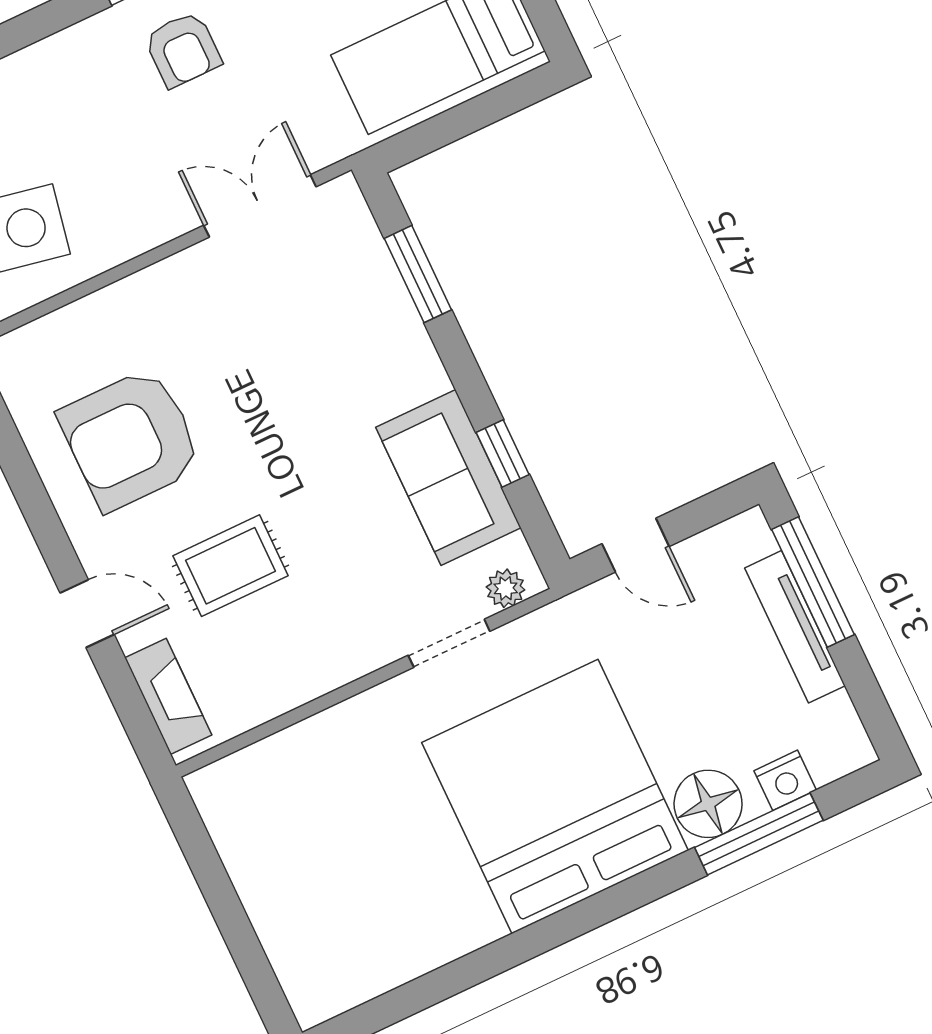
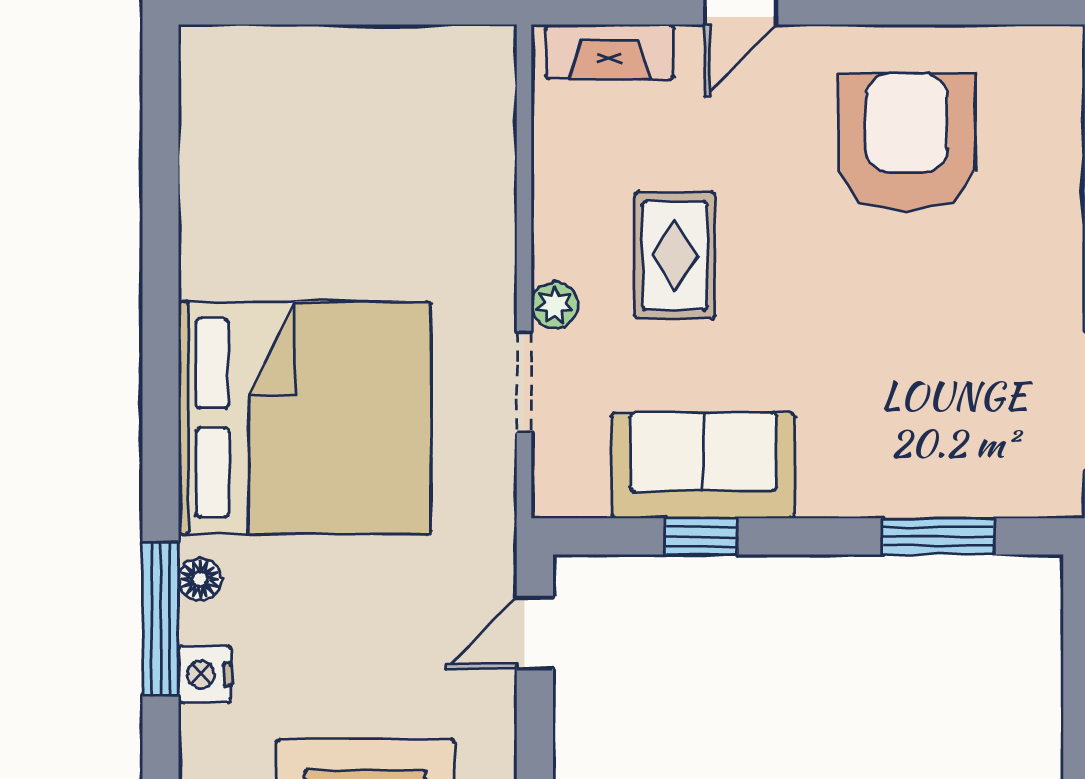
rug: (230, 566) -> (675, 256), moved
plant: (506, 588) -> (554, 305), moved
floor lamp: (708, 804) -> (200, 579), width x0.53, depth x0.53

